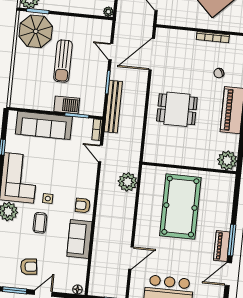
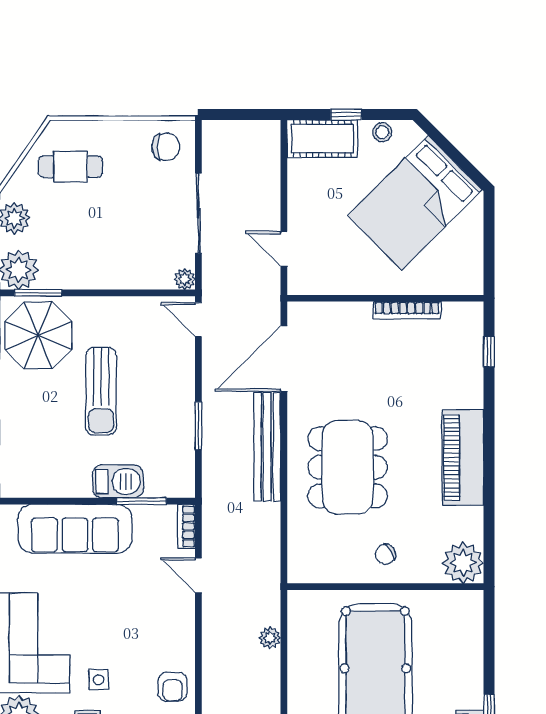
door: (111, 52) -> (198, 320), moved
chair: (219, 73) -> (386, 554), moved
bench: (113, 107) -> (267, 447), moved
dining table: (177, 109) -> (348, 467), width x1.37
plant: (128, 182) -> (270, 638), width x0.53, depth x0.53
armchair: (83, 205) -> (173, 687), turned -90

